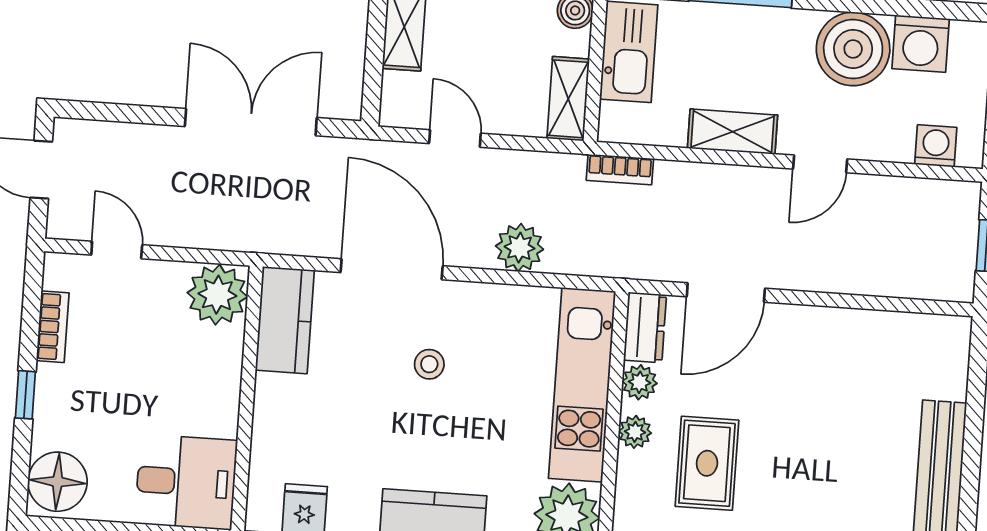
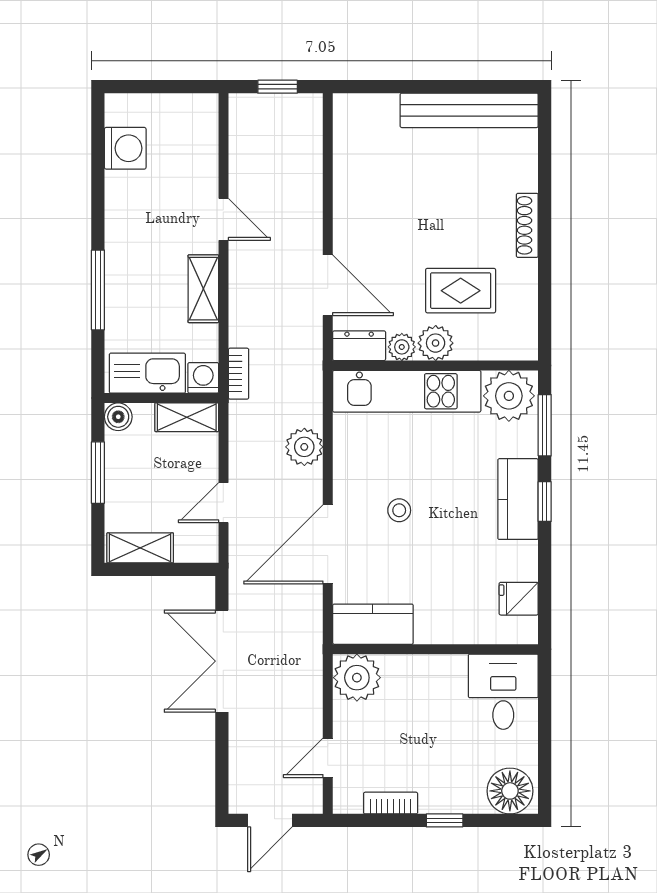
boiler: (853, 49) -> (133, 200), removed
washing machine: (936, 146) -> (203, 378), moved, turned 90
plant: (635, 432) -> (436, 343), width x1.38, depth x1.38

